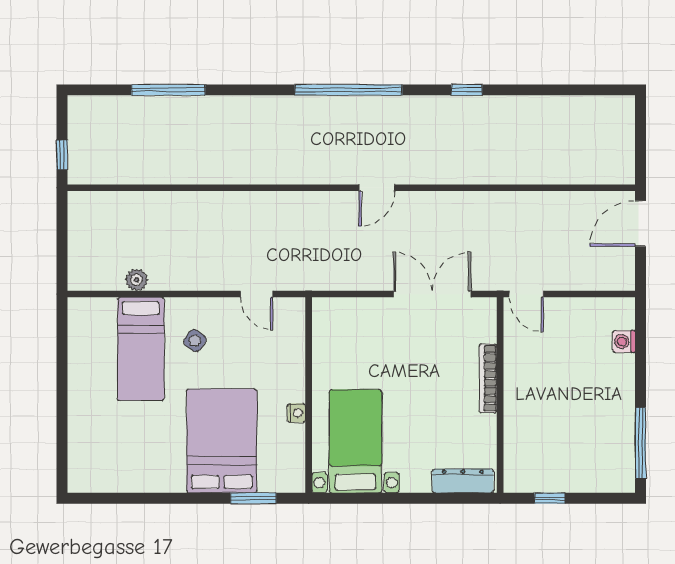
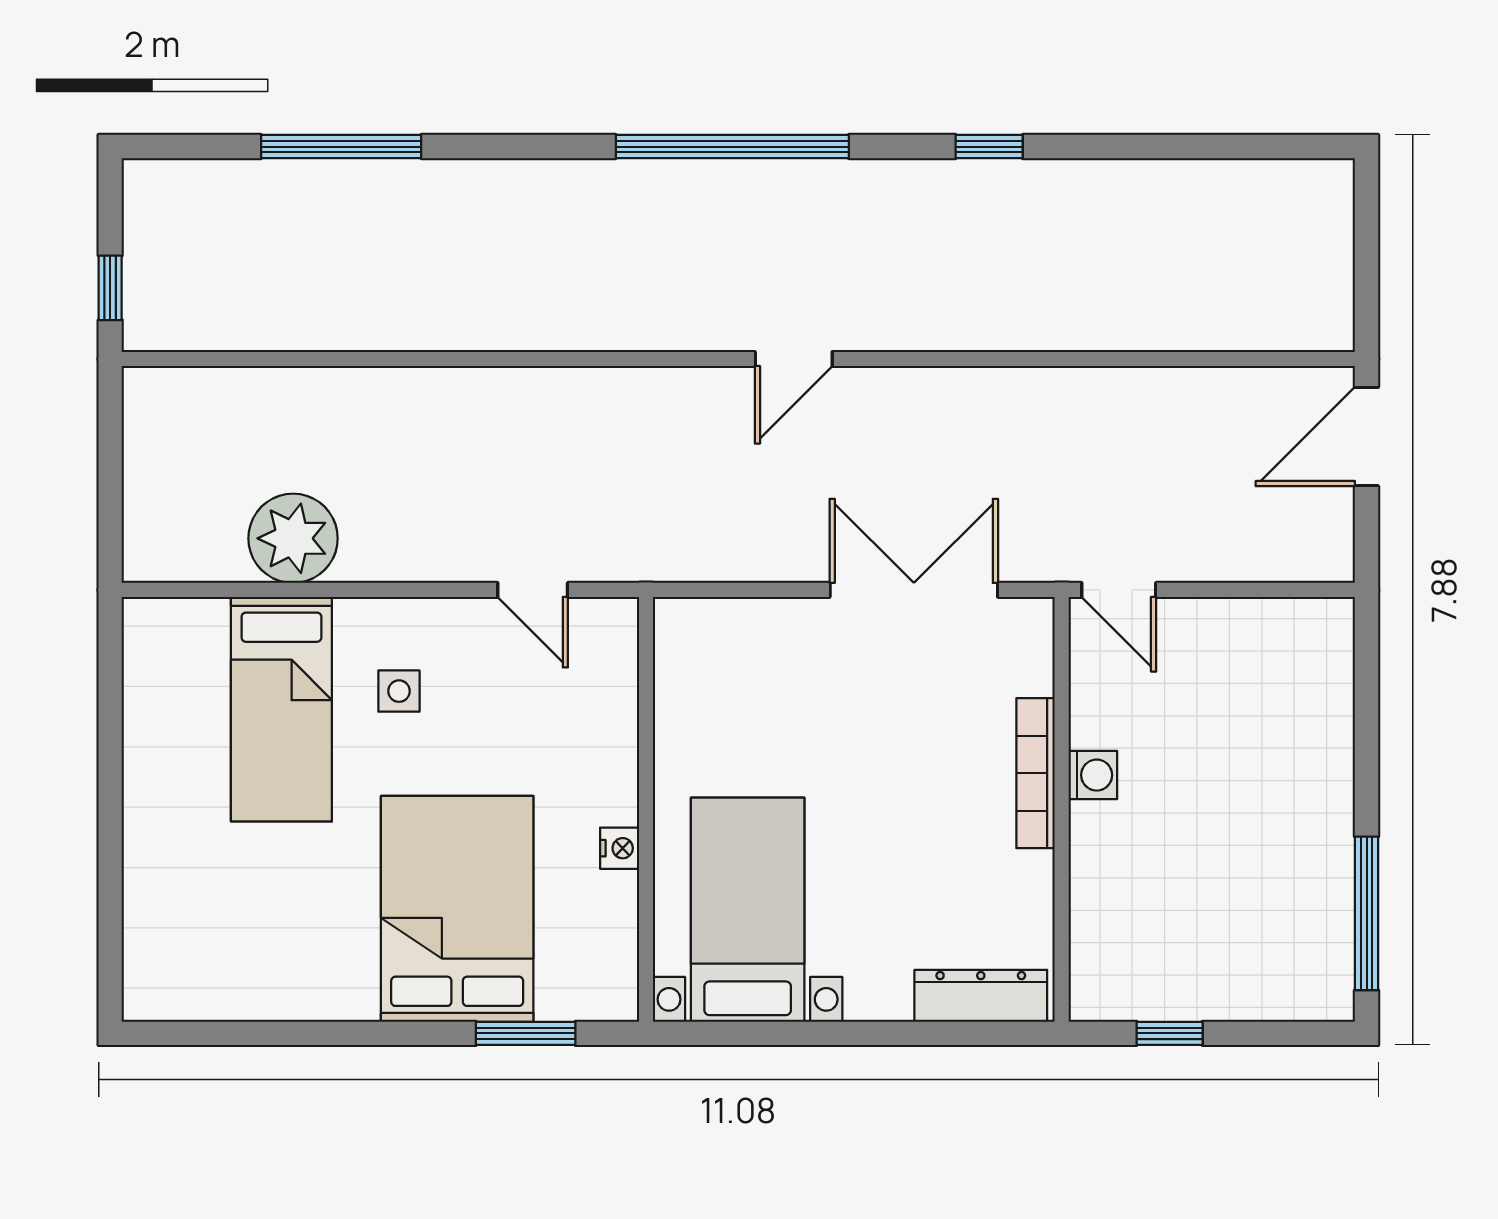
plant: (137, 280) -> (293, 538), width x1.88, depth x1.88
side table: (195, 341) -> (399, 691), turned -35
washing machine: (624, 342) -> (1093, 775), moved, turned 180

